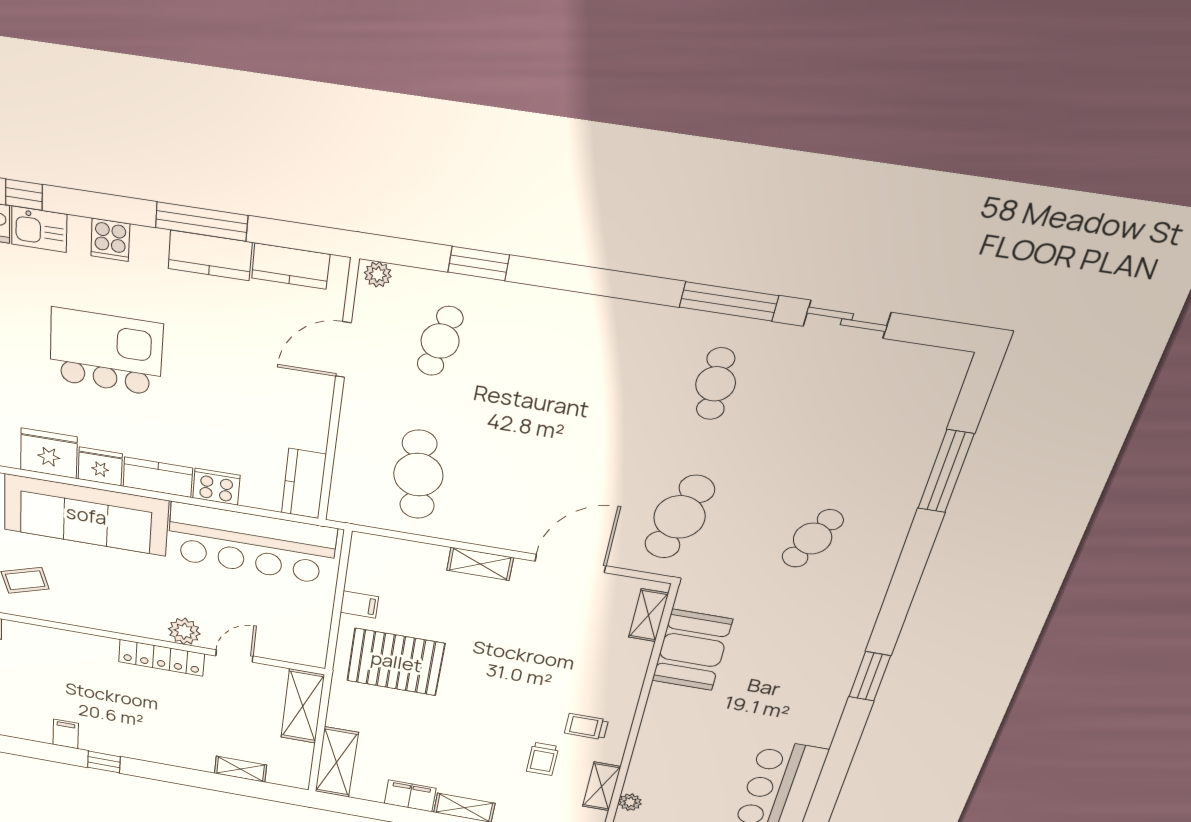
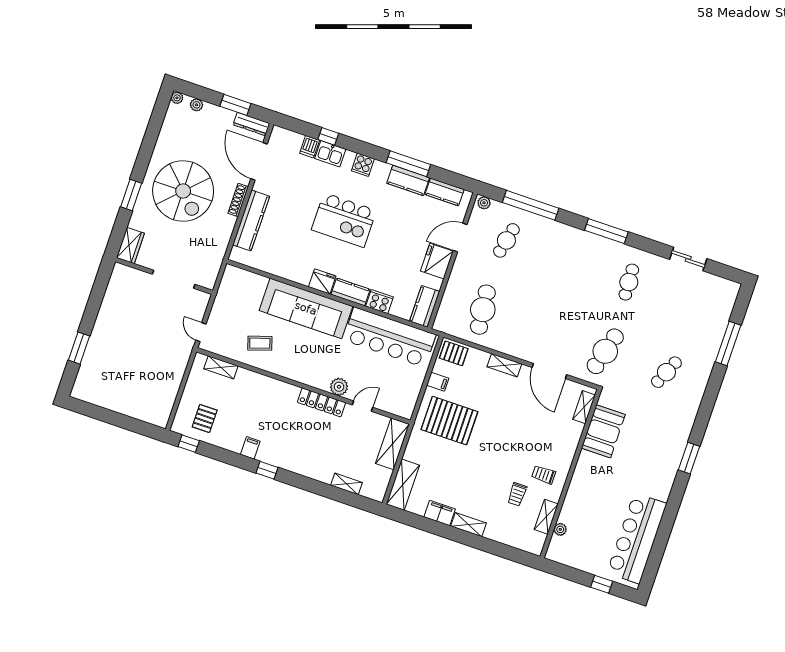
window: (479, 264) -> (531, 205), width x2.11
window: (729, 301) -> (606, 231), moved
kitchen island: (106, 352) -> (344, 220), turned 180
fridge: (49, 453) -> (437, 261), moved, turned -90
pallet: (378, 556) -> (454, 353), added
door: (570, 563) -> (549, 371), swing flipped

